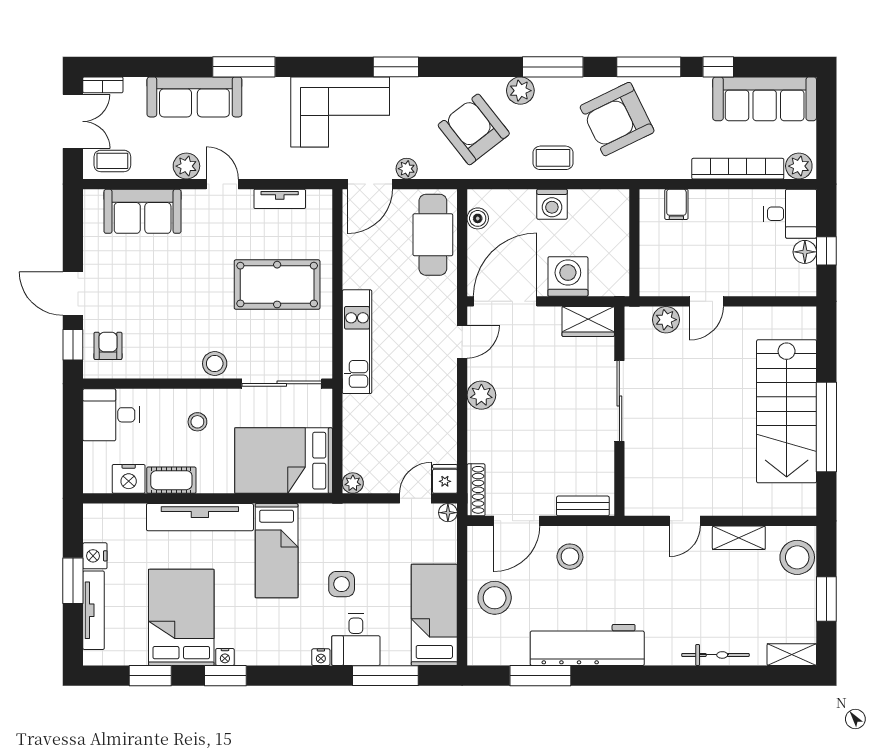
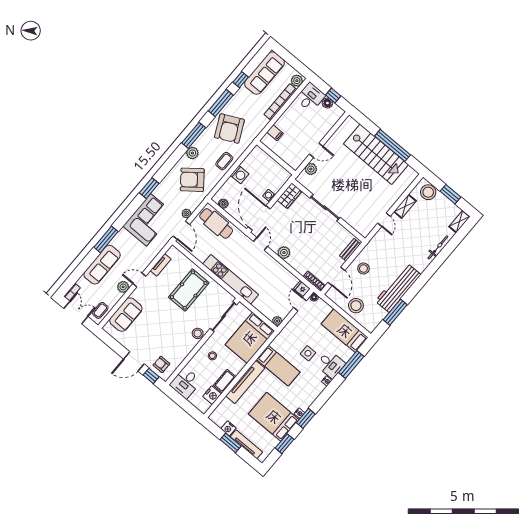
washing machine: (568, 277) -> (269, 196), width x0.53, depth x0.53
door: (706, 301) -> (316, 150), hinge flipped
kitchen unit: (357, 342) -> (231, 279), width x1.36

